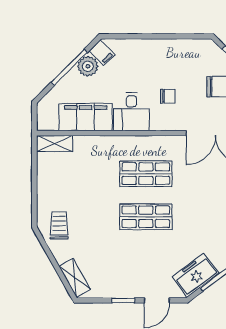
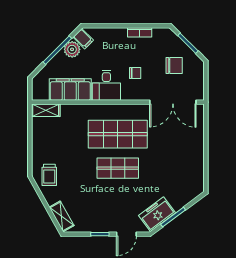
bookcase: (173, 45) -> (140, 32), added
shop shelf: (146, 174) -> (118, 134), width x1.43, depth x1.36
trolley: (59, 225) -> (49, 175), turned 180

